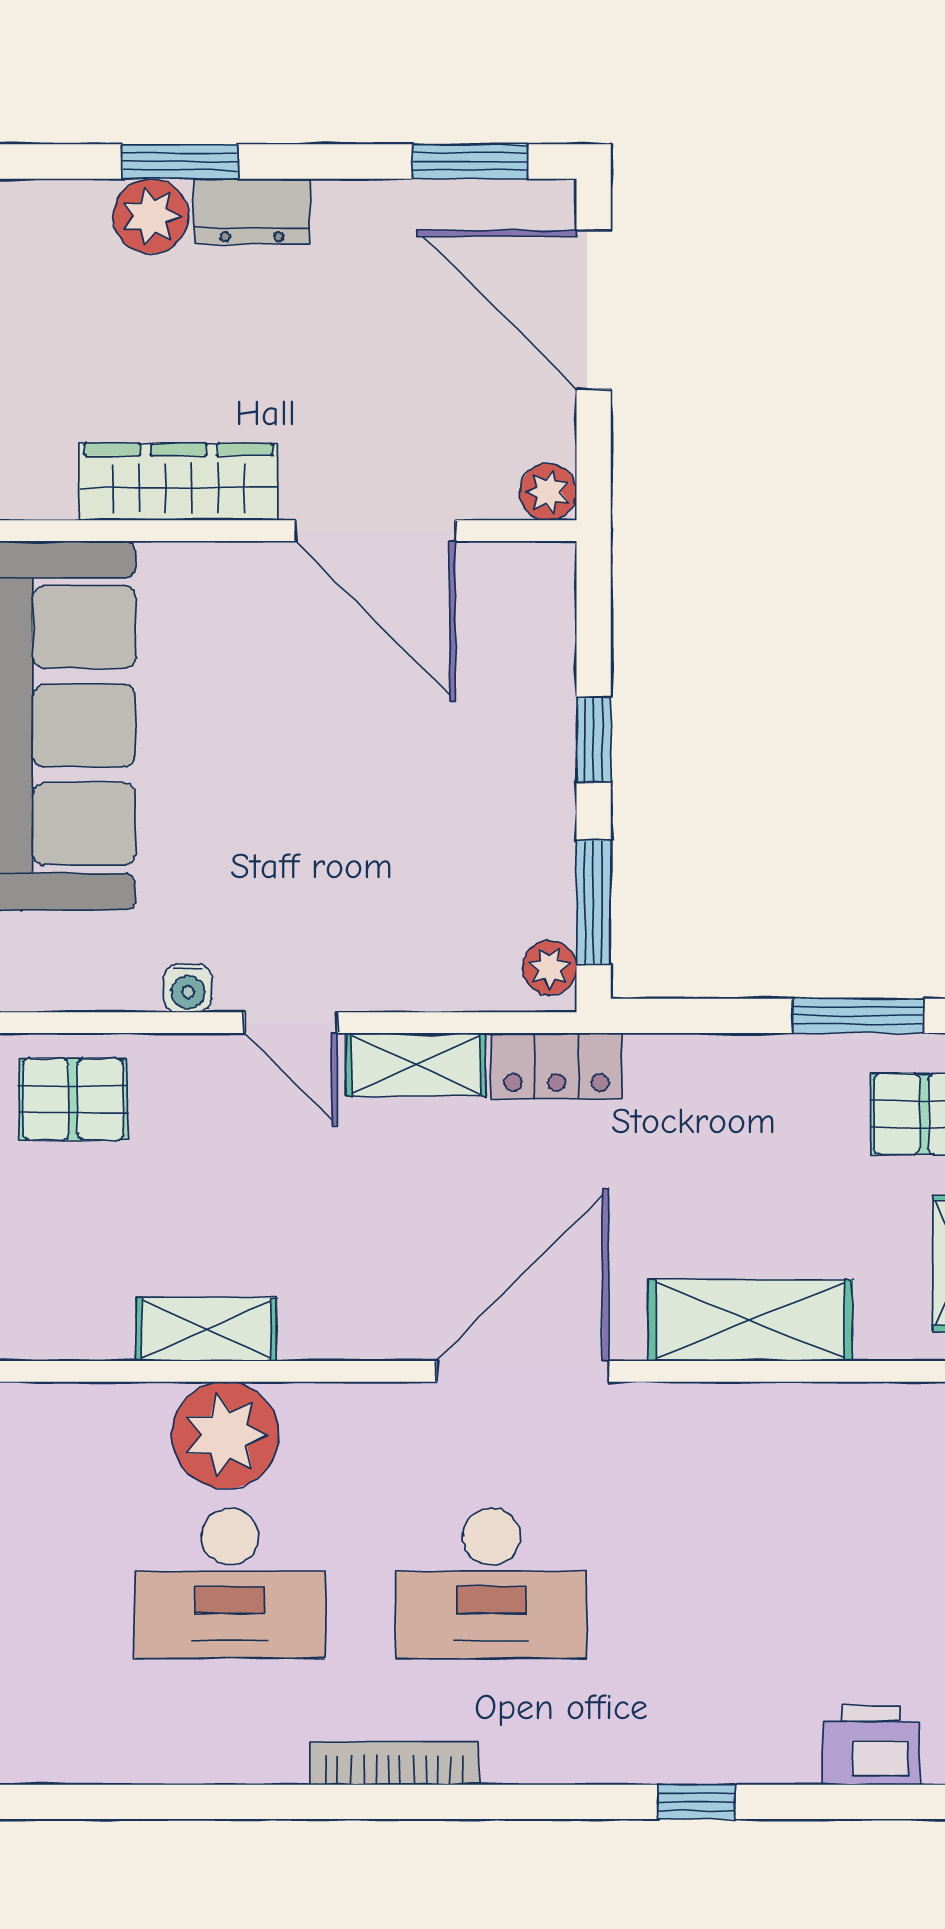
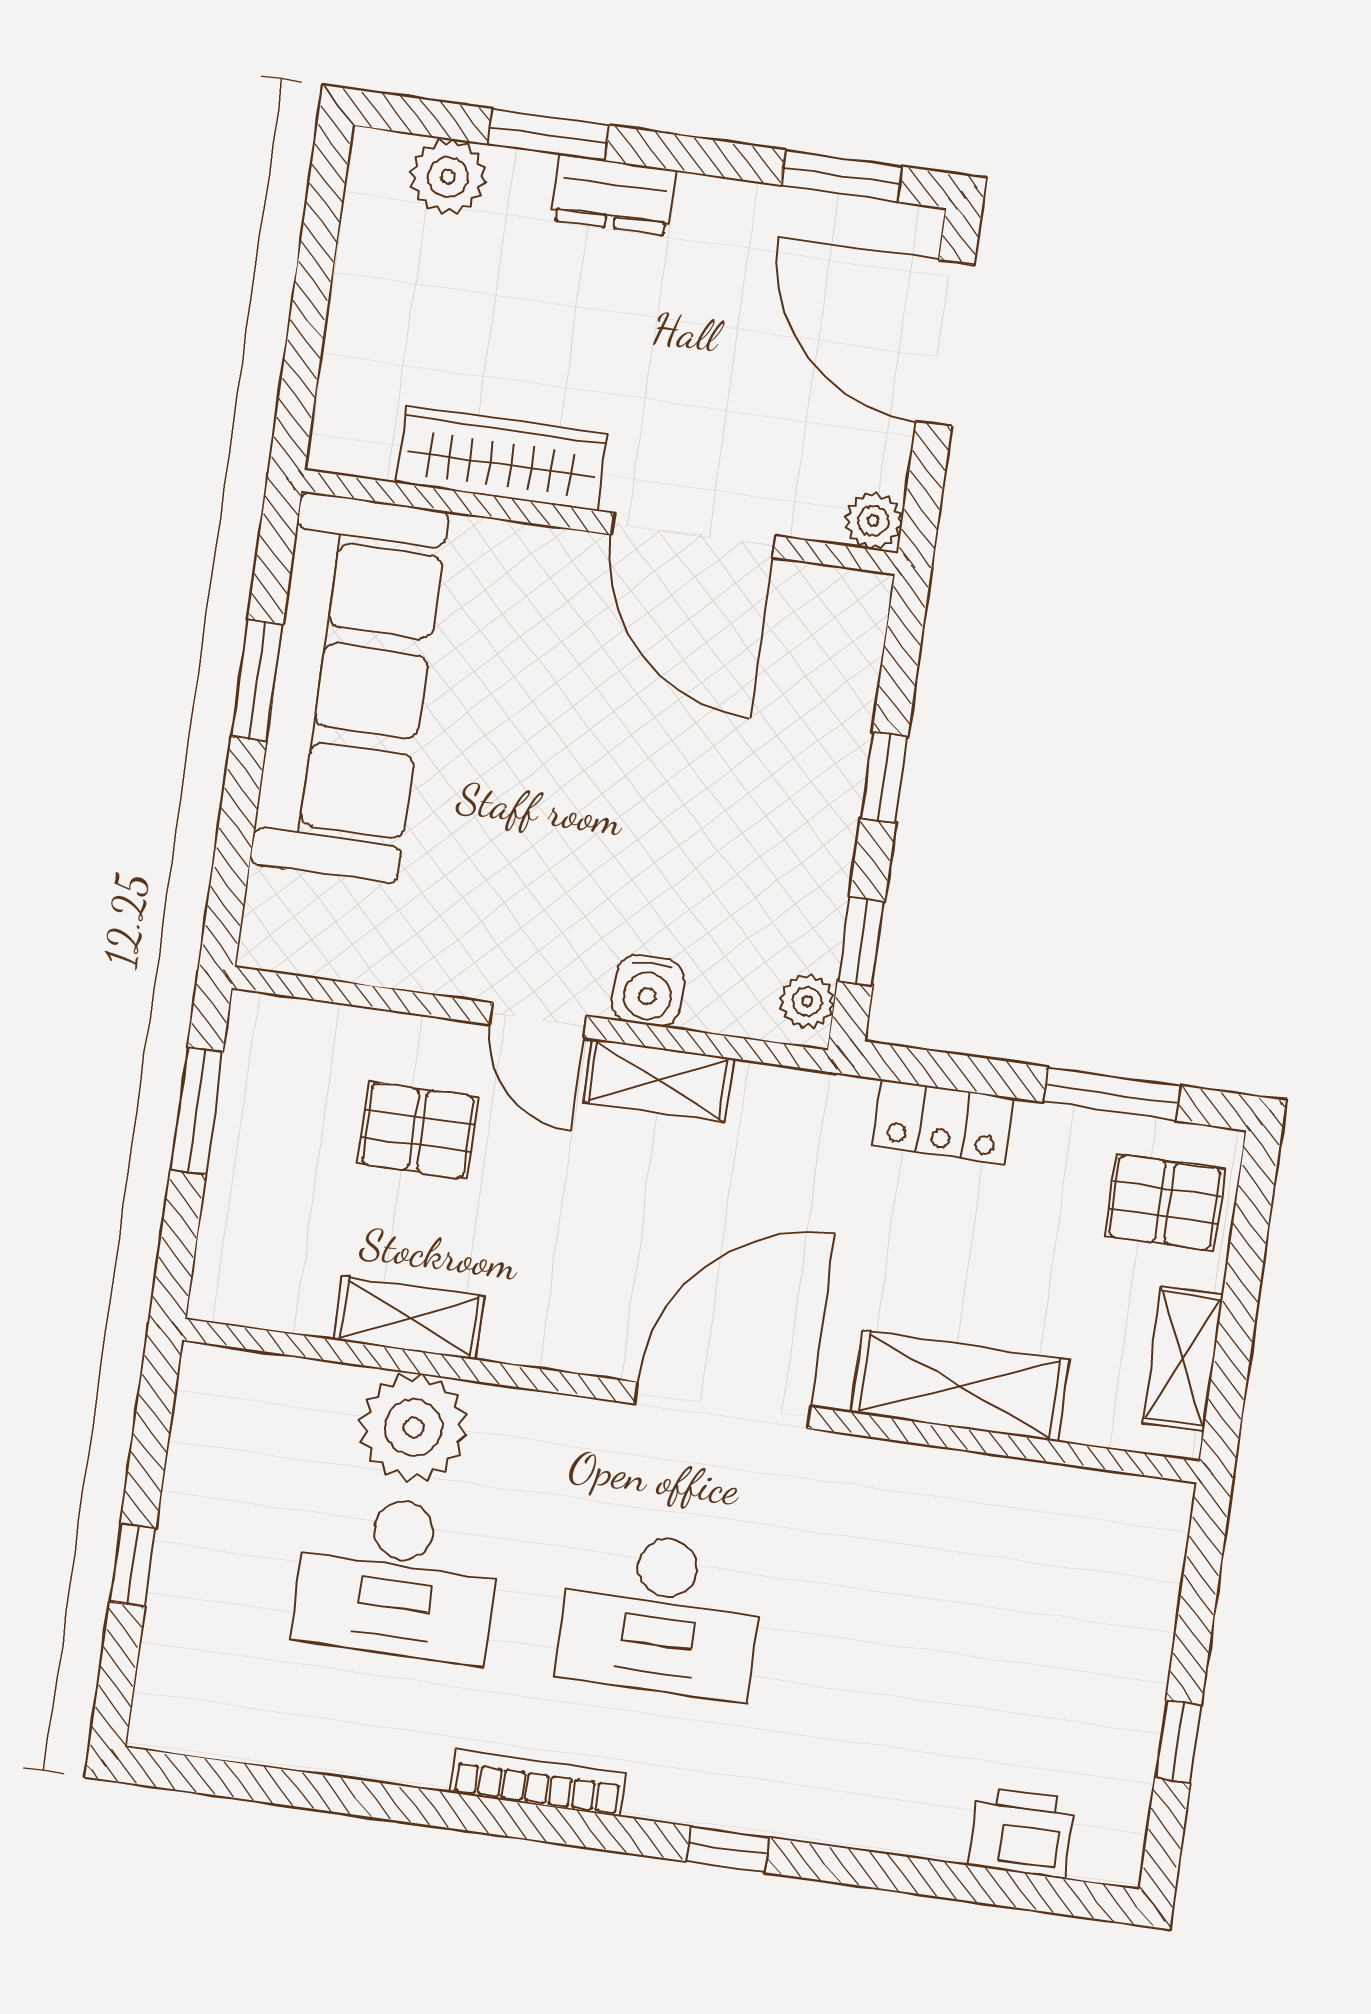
plant: (151, 216) -> (448, 177), moved
window: (594, 902) -> (861, 942), width x0.67
water cooler: (188, 988) -> (648, 991), moved, width x1.38, depth x1.38
locker: (557, 1066) -> (943, 1122), moved
pallet: (73, 1099) -> (418, 1130), moved
window: (697, 1802) -> (728, 1849), moved

